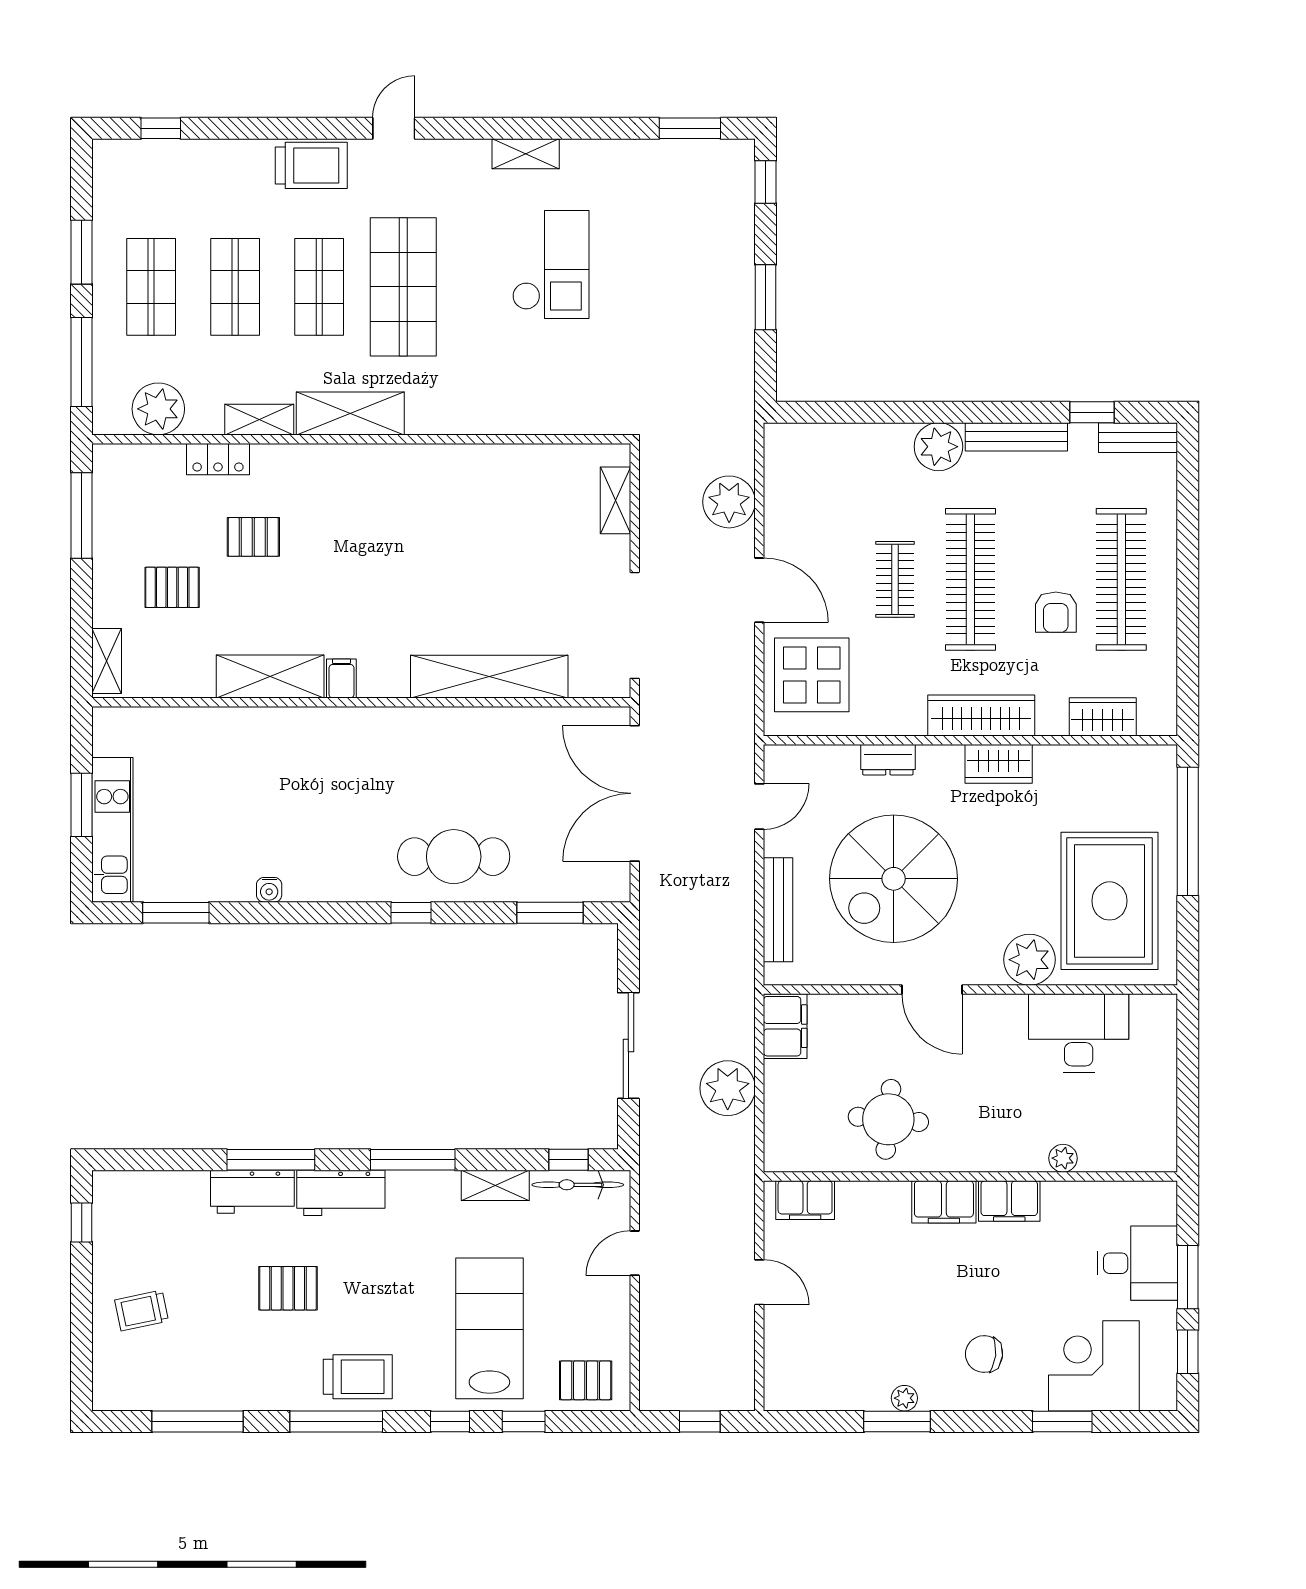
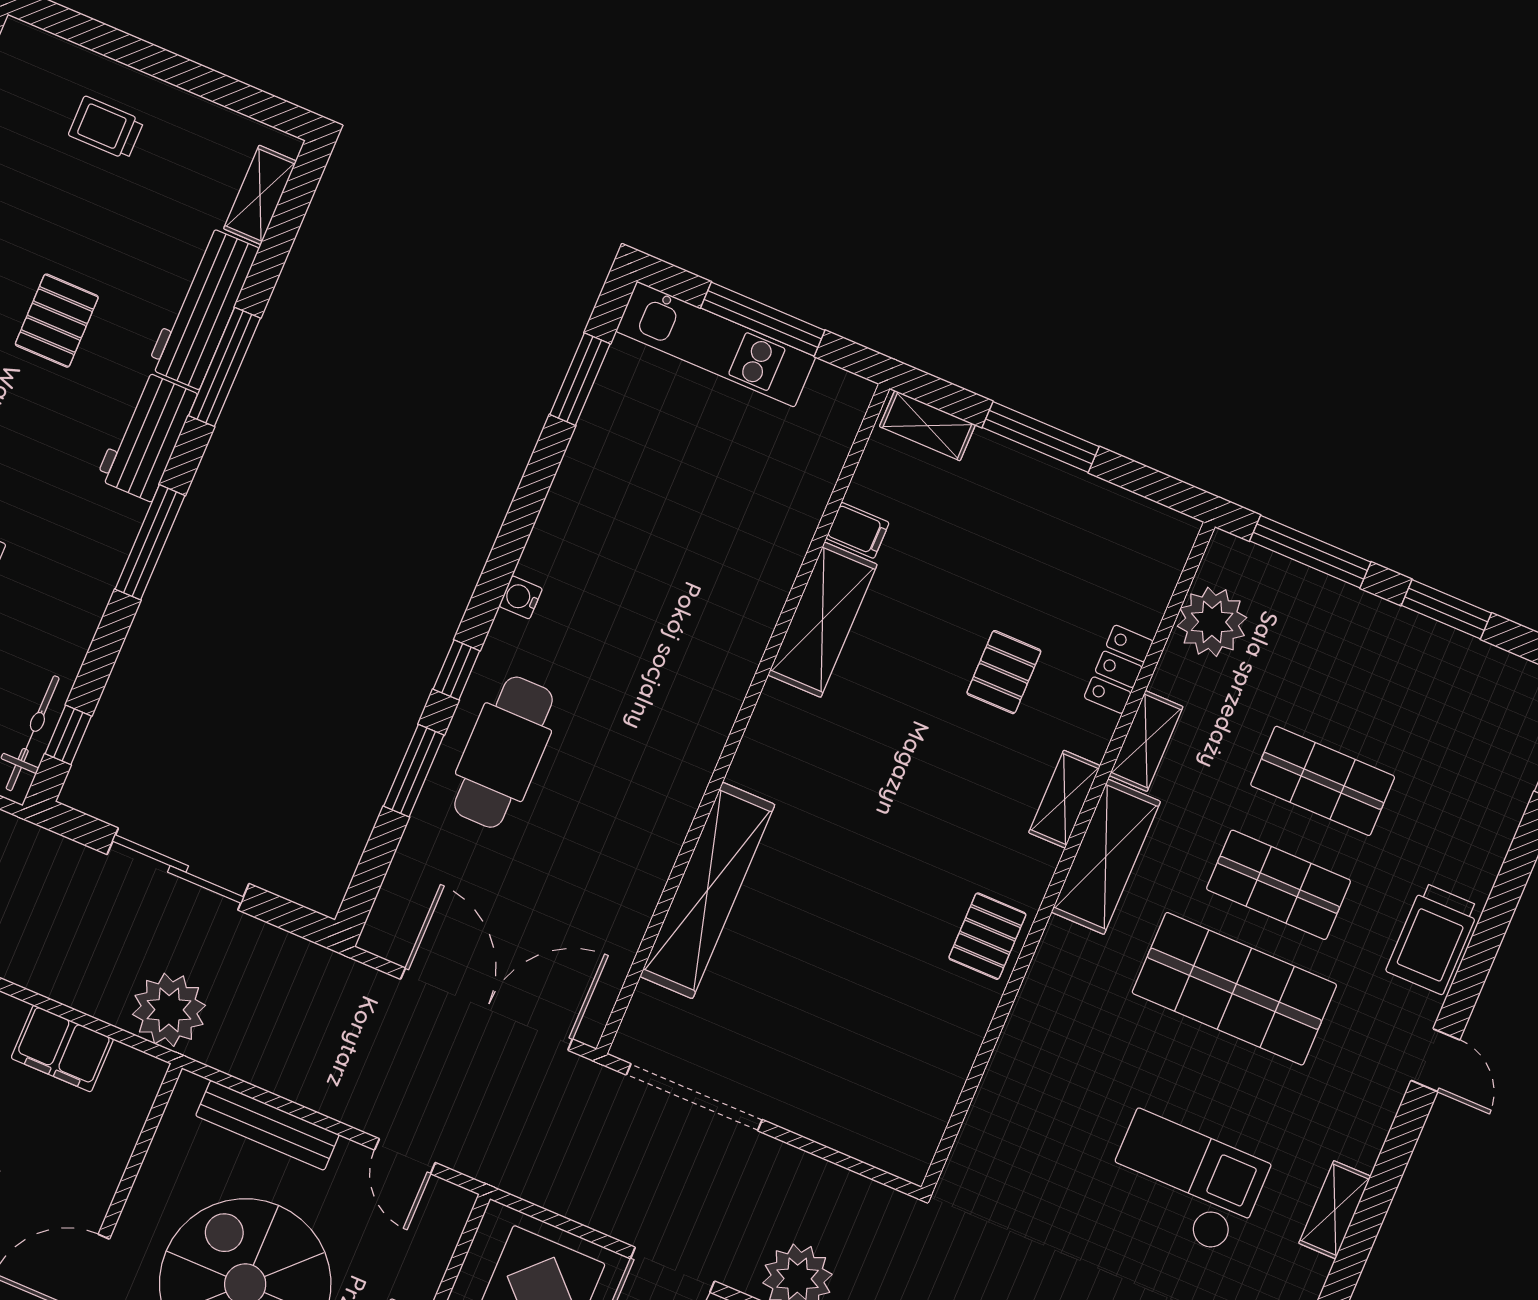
checkout: (551, 265) -> (1185, 1183), turned 180
shop shelf: (151, 287) -> (1367, 677), removed
shelving: (615, 500) -> (1065, 799), moved, turned 90
window: (82, 515) -> (1041, 437), moved
pallet: (172, 587) -> (987, 936), moved
filing cabinet: (341, 678) -> (858, 530), moved
window: (82, 805) -> (763, 319), width x1.44
water cooler: (269, 890) -> (521, 597), moved
window: (550, 913) -> (414, 771), moved
filing cabinet: (785, 1026) -> (62, 1048), moved
plant: (728, 1088) -> (169, 1010), moved
shelving: (495, 1185) -> (260, 195), moved
workbench: (252, 1192) -> (203, 308), width x1.38
window: (82, 1222) -> (246, 100), removed
trolley: (142, 1311) -> (106, 128), turned -78

